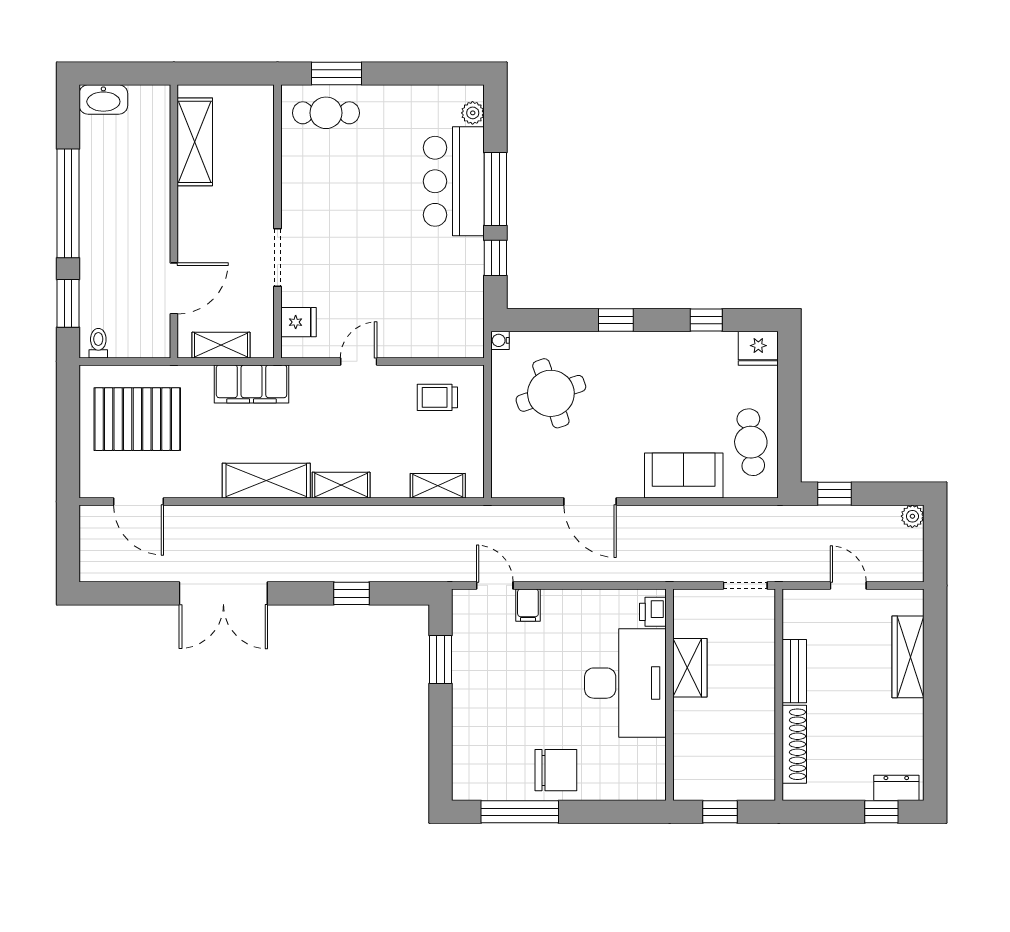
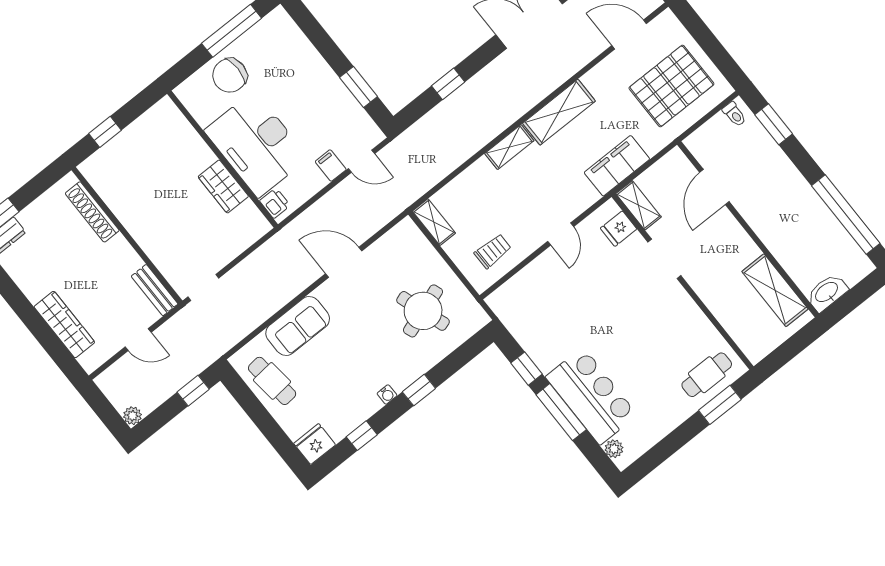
washbasin: (103, 100) -> (827, 293), moved
window: (68, 203) -> (846, 214), moved
water cooler: (500, 340) -> (387, 394), moved, turned 90
shelving: (221, 345) -> (639, 205), moved, turned 90
shelving: (438, 486) -> (434, 222), moved, turned 90
printer: (653, 612) -> (275, 203), moved
wardrobe: (690, 668) -> (223, 187), moved
bench: (794, 671) -> (155, 290), moved
desk: (625, 683) -> (256, 144), moved
wall: (670, 695) -> (223, 159), moved

